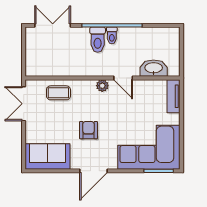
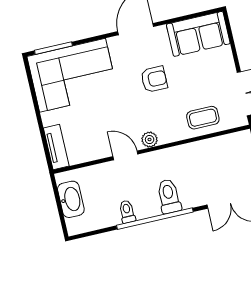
toilet: (112, 35) -> (127, 212), moved
washbasin: (154, 68) -> (71, 199), moved, turned -90
armchair: (88, 130) -> (154, 79), turned -90

